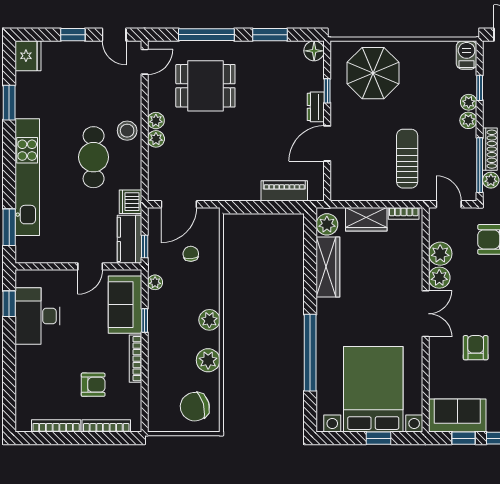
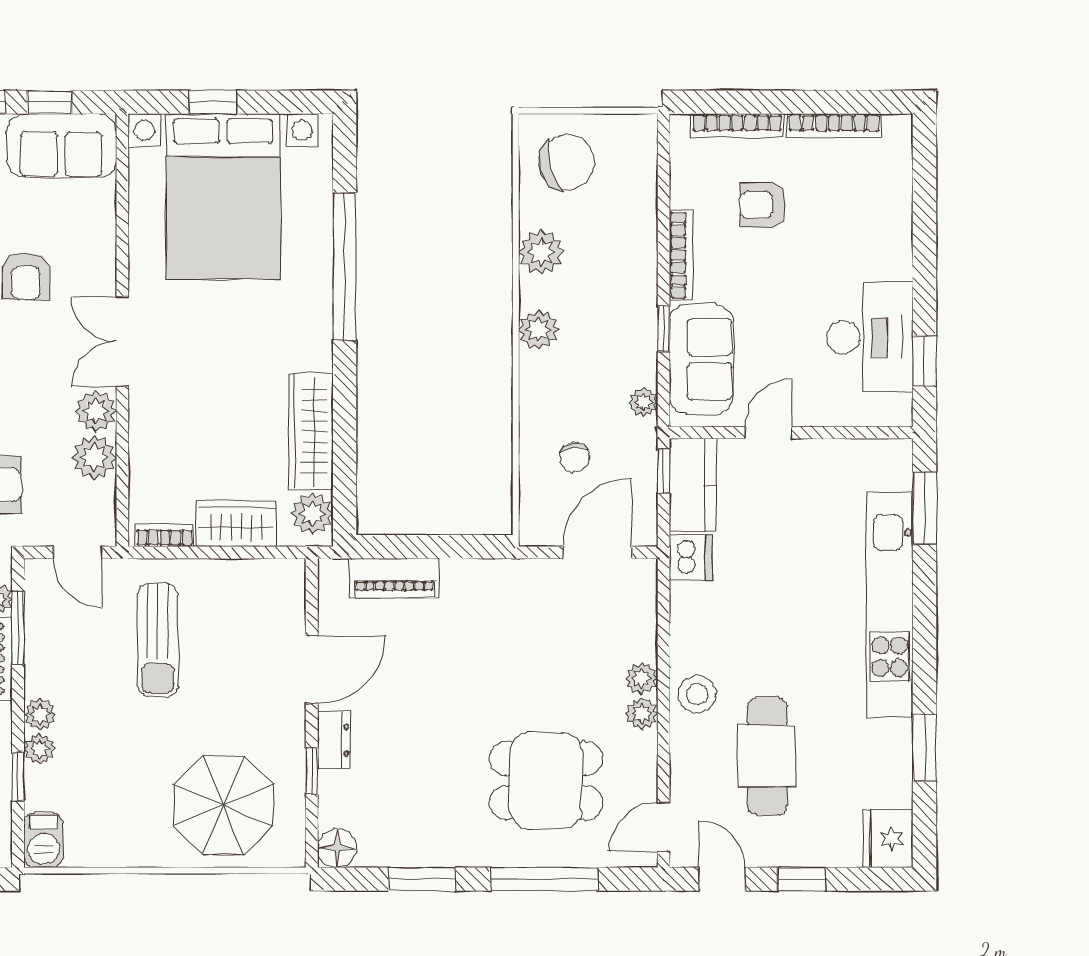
cafe table: (94, 157) -> (767, 756), moved
window: (480, 165) -> (18, 628), width x0.69

